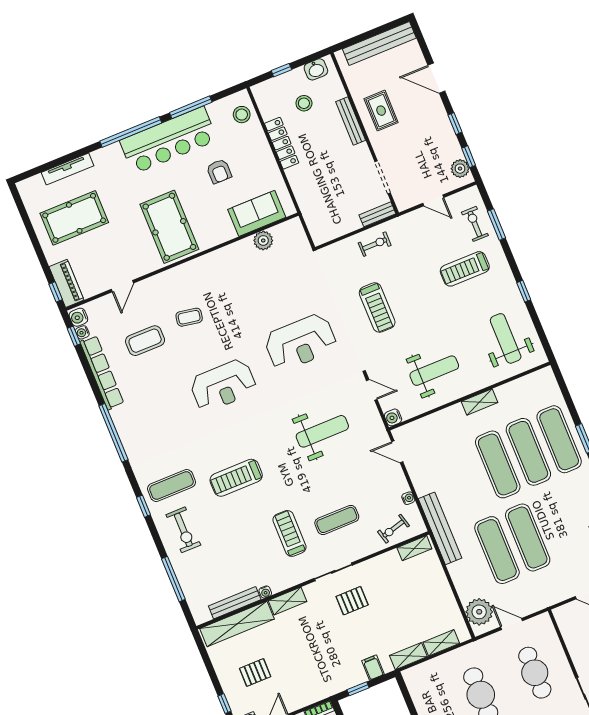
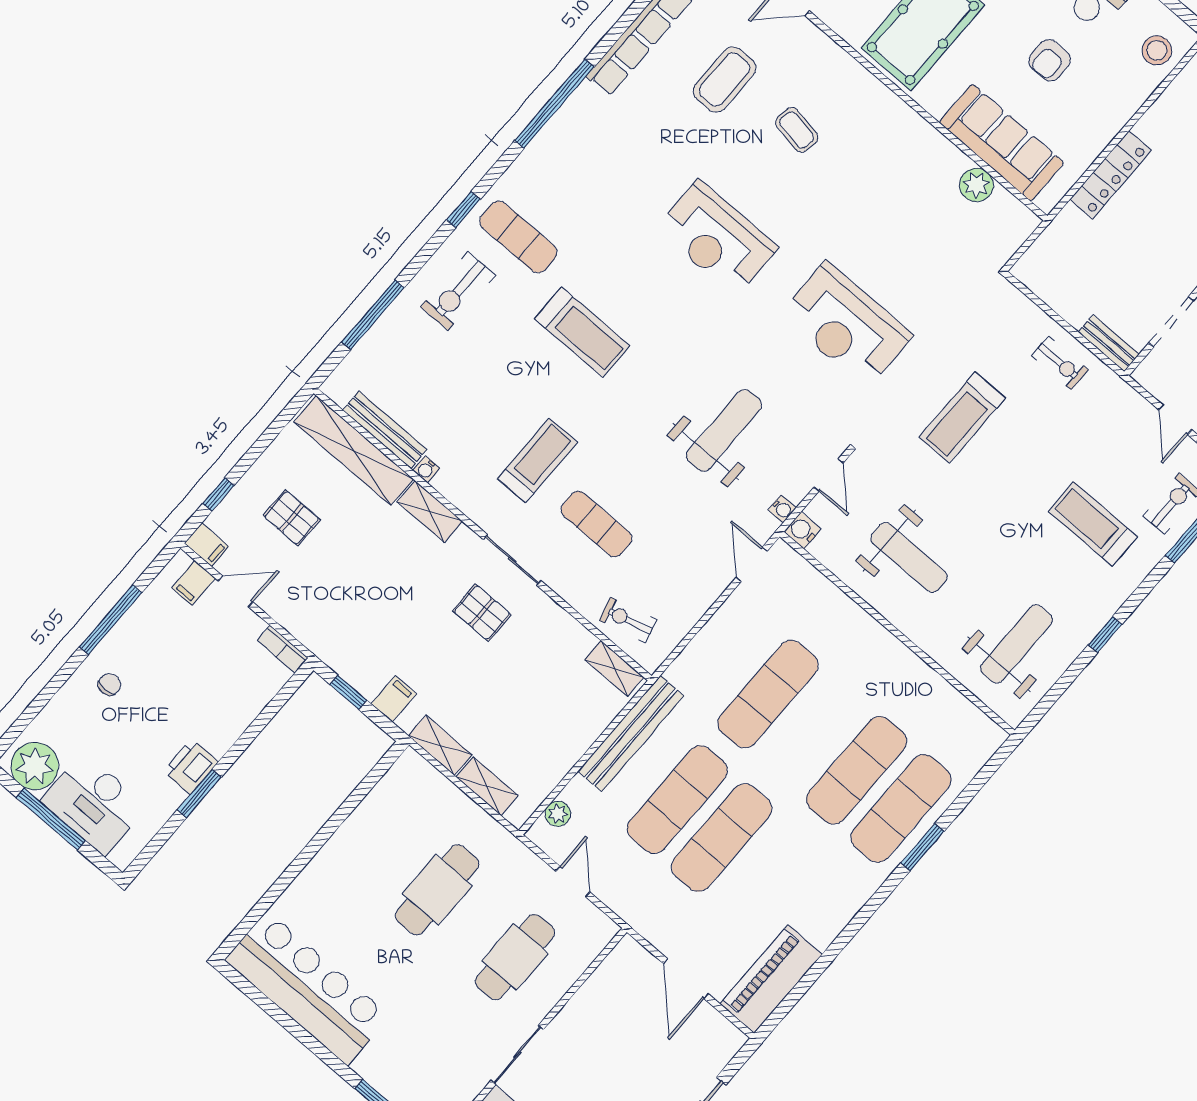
locker: (282, 143) -> (1110, 175), moved
sofa: (257, 213) -> (1002, 143), width x1.36
coffee table: (145, 341) -> (725, 79), turned 90
shelving: (480, 402) -> (896, 654), removed
weight bench: (322, 431) -> (724, 430), turned -90
exercise mat: (498, 464) -> (768, 694), moved
treadmill: (236, 478) -> (582, 332), turned 180
water cooler: (408, 498) -> (782, 509), moved
bench: (440, 528) -> (631, 733), moved
plant: (479, 612) -> (558, 814), width x0.53, depth x0.53

